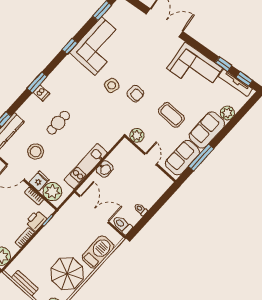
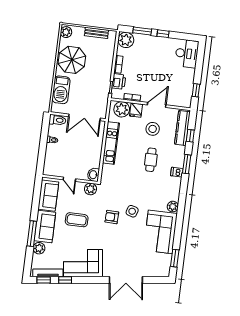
window: (70, 46) -> (180, 218), removed
plant: (69, 62) -> (173, 207), added
window: (37, 82) -> (187, 164), moved
window: (201, 158) -> (32, 234), moved
washbasin: (105, 169) -> (93, 175), moved

